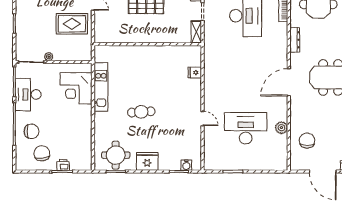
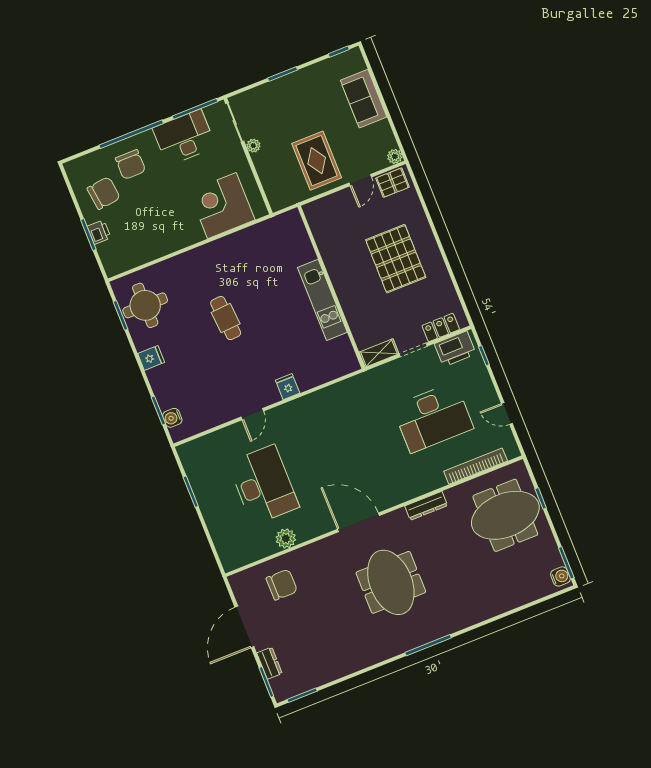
fridge: (195, 73) -> (288, 387), moved
kitchen unit: (101, 87) -> (322, 300), moved, turned 90
fridge: (147, 161) -> (151, 358), width x0.53, depth x0.75

